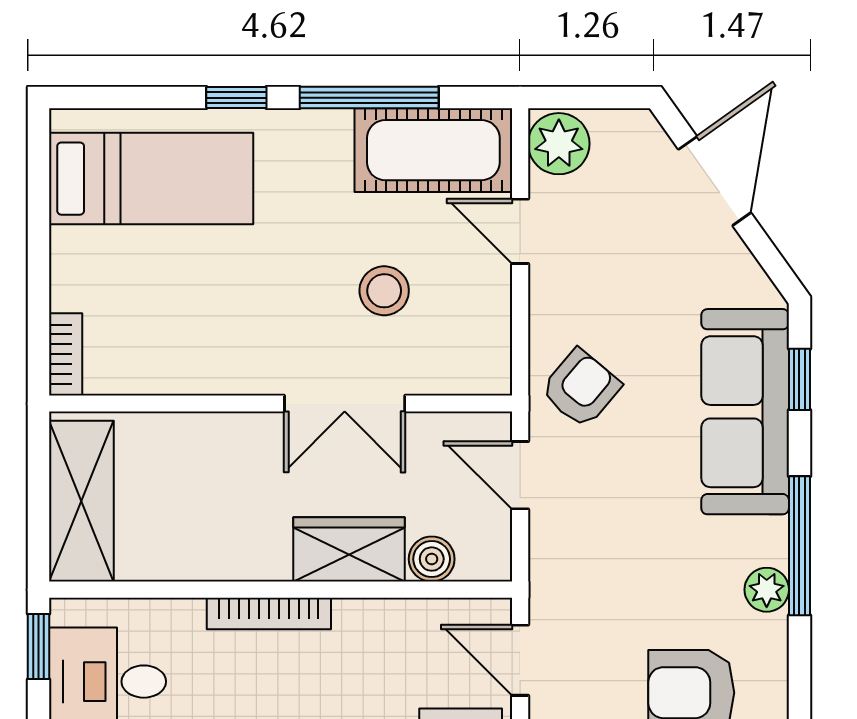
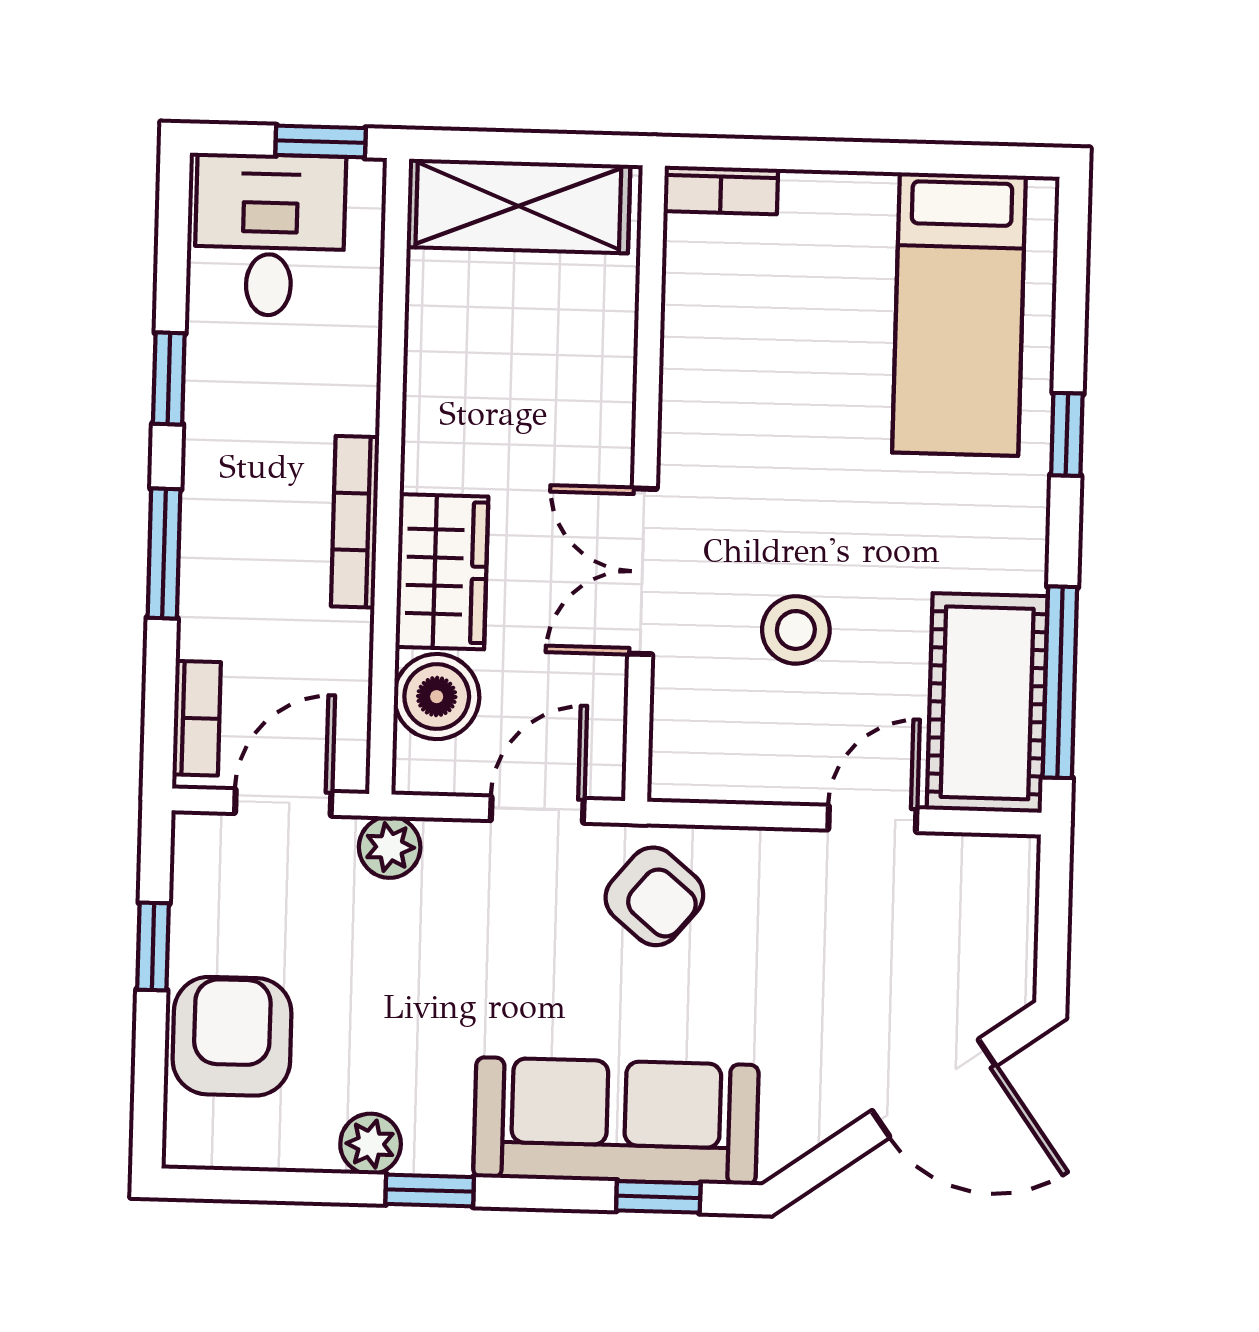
window: (369, 98) -> (1060, 682), moved
plant: (559, 144) -> (390, 847), moved, width x0.73, depth x0.73
window: (799, 546) -> (430, 1191), width x0.46
boiler: (432, 559) -> (437, 697), width x1.36, depth x1.36
bookcase: (269, 614) -> (355, 522), moved

